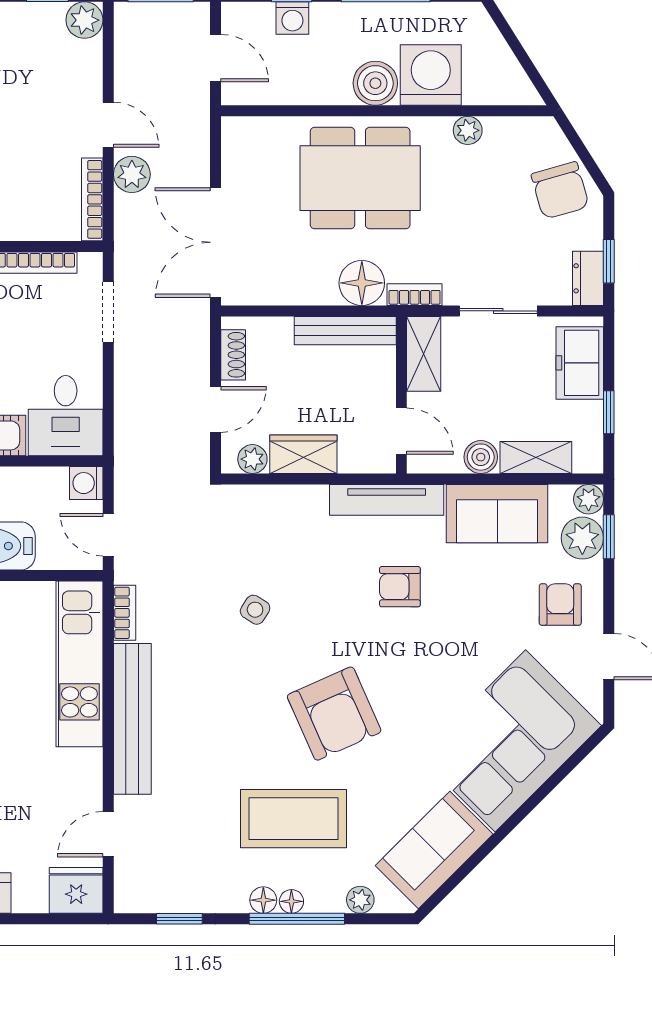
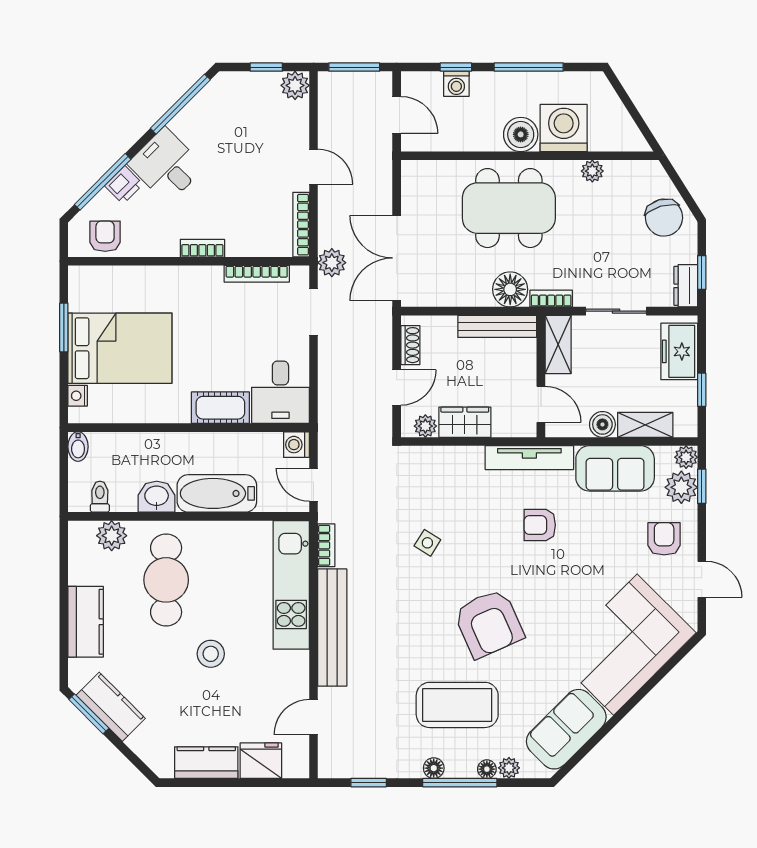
plant: (132, 174) -> (332, 263), moved
fridge: (76, 890) -> (261, 761), moved
floor lamp: (291, 901) -> (487, 769), moved

